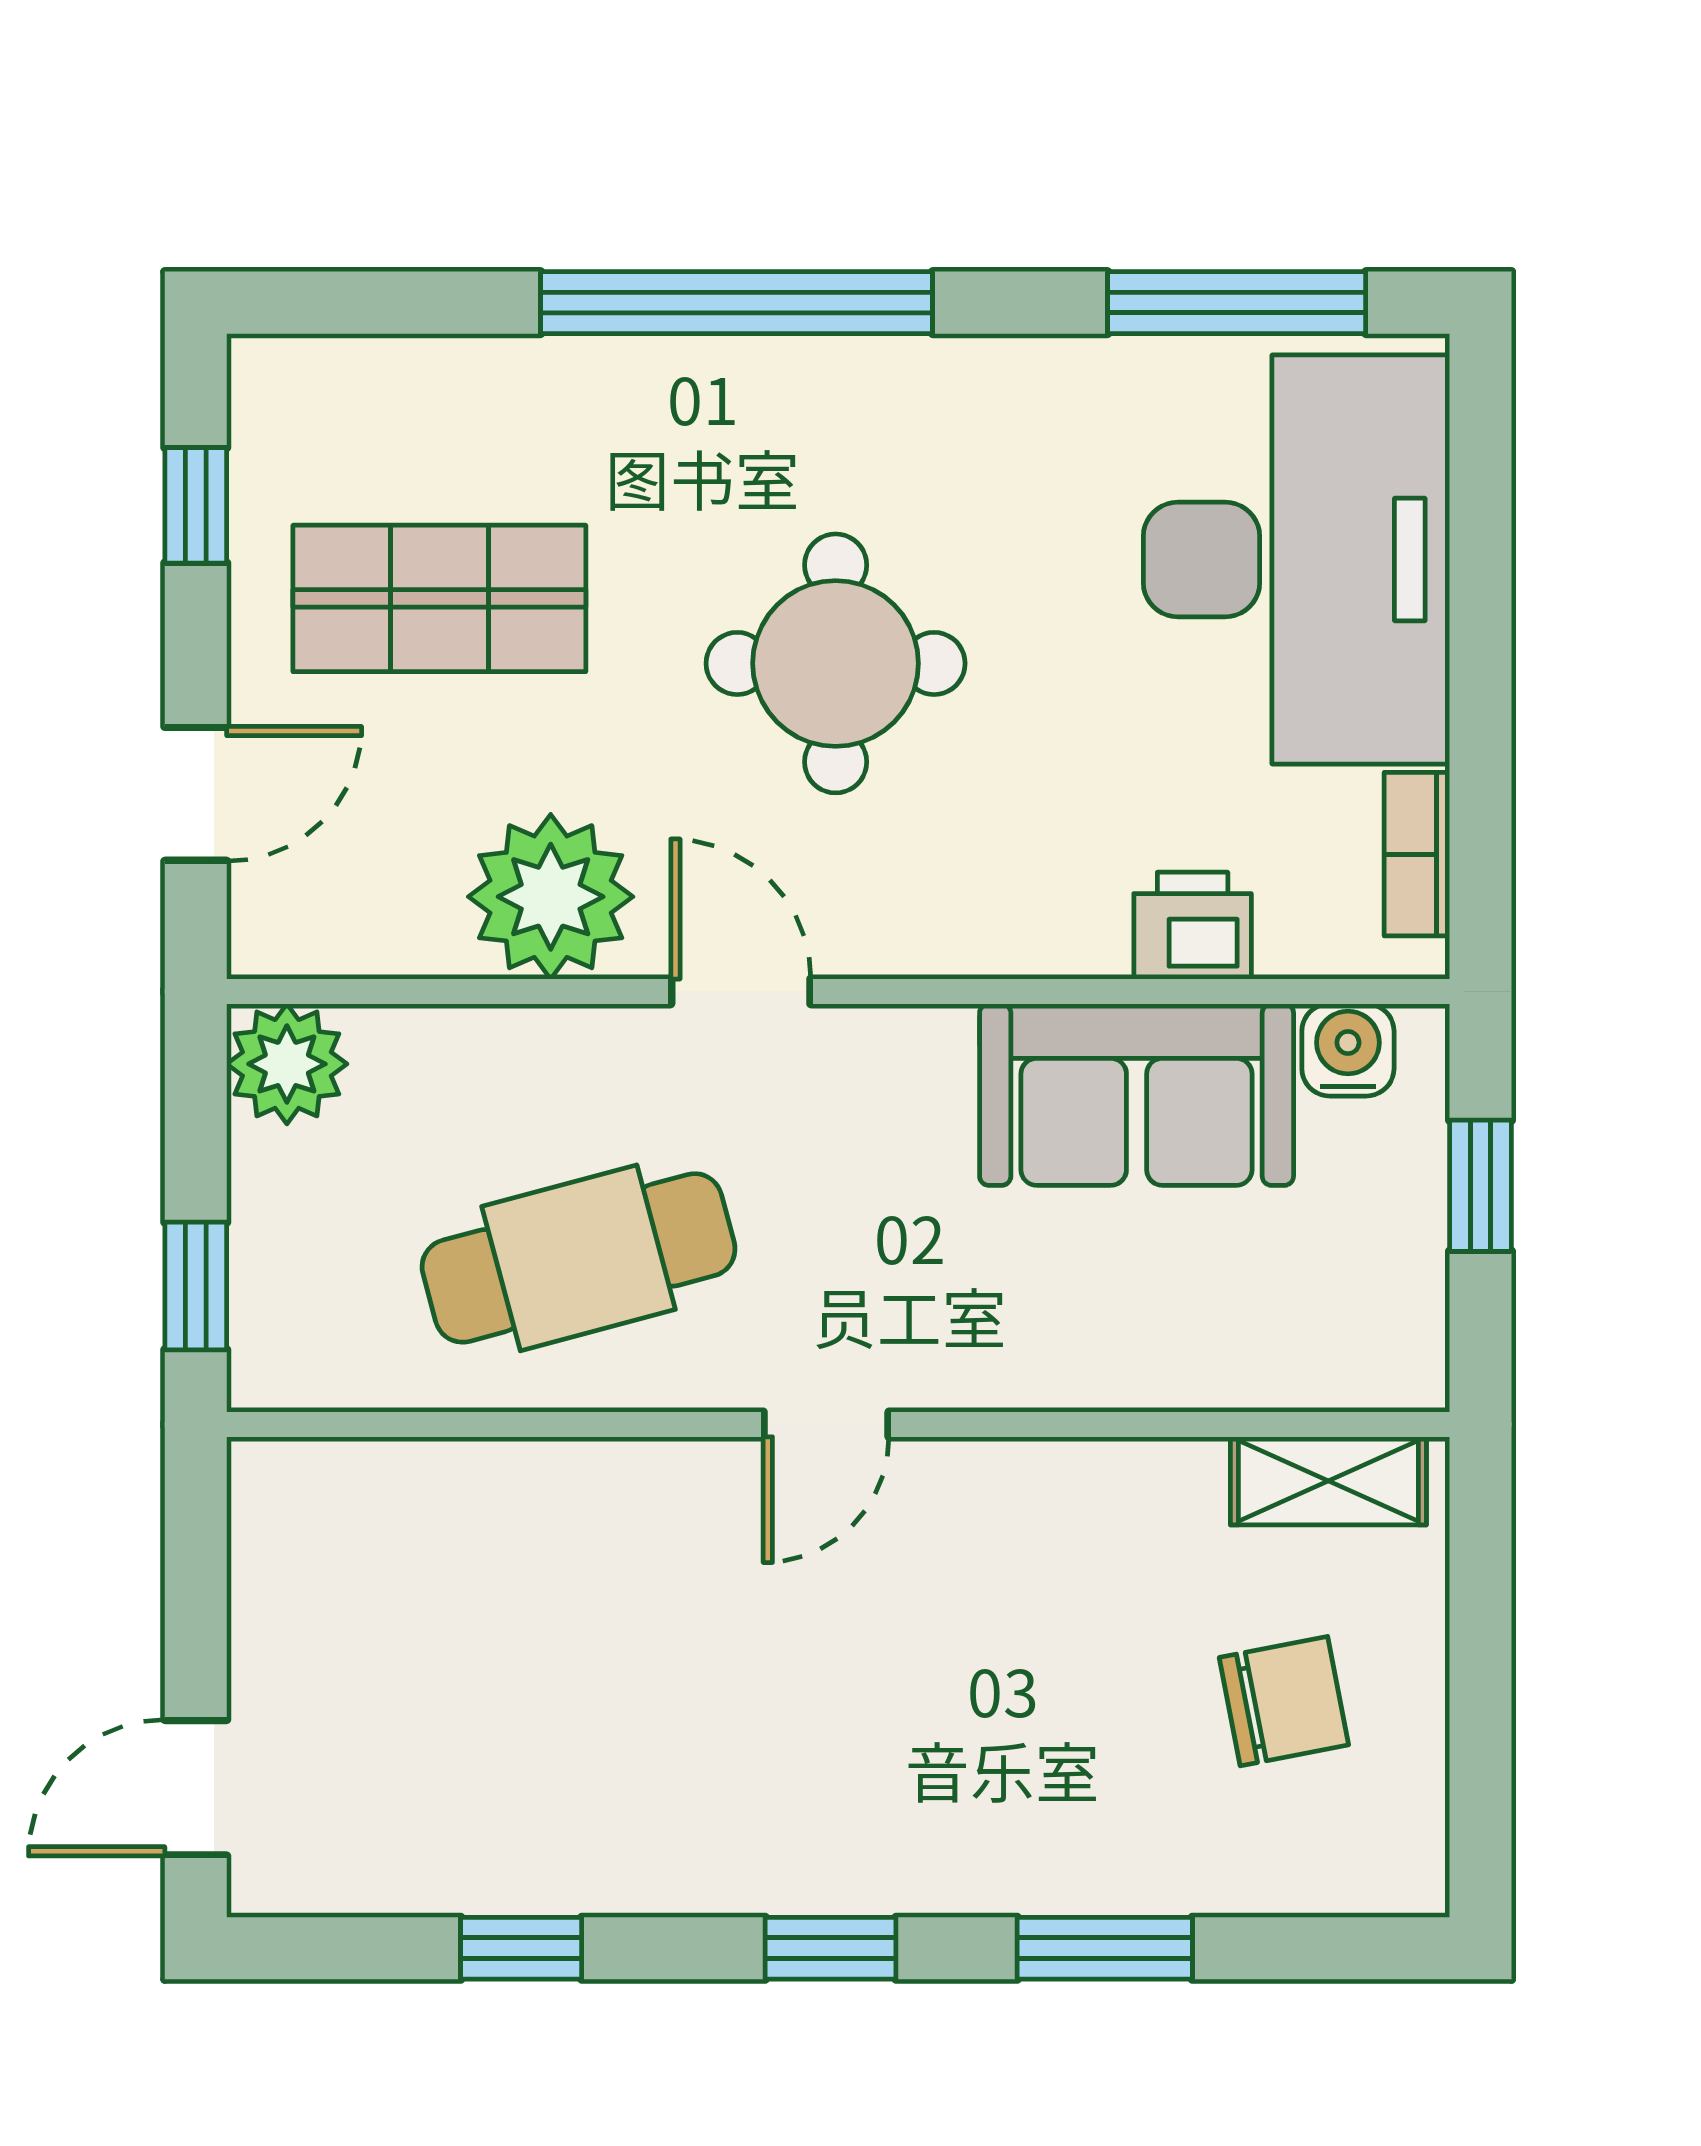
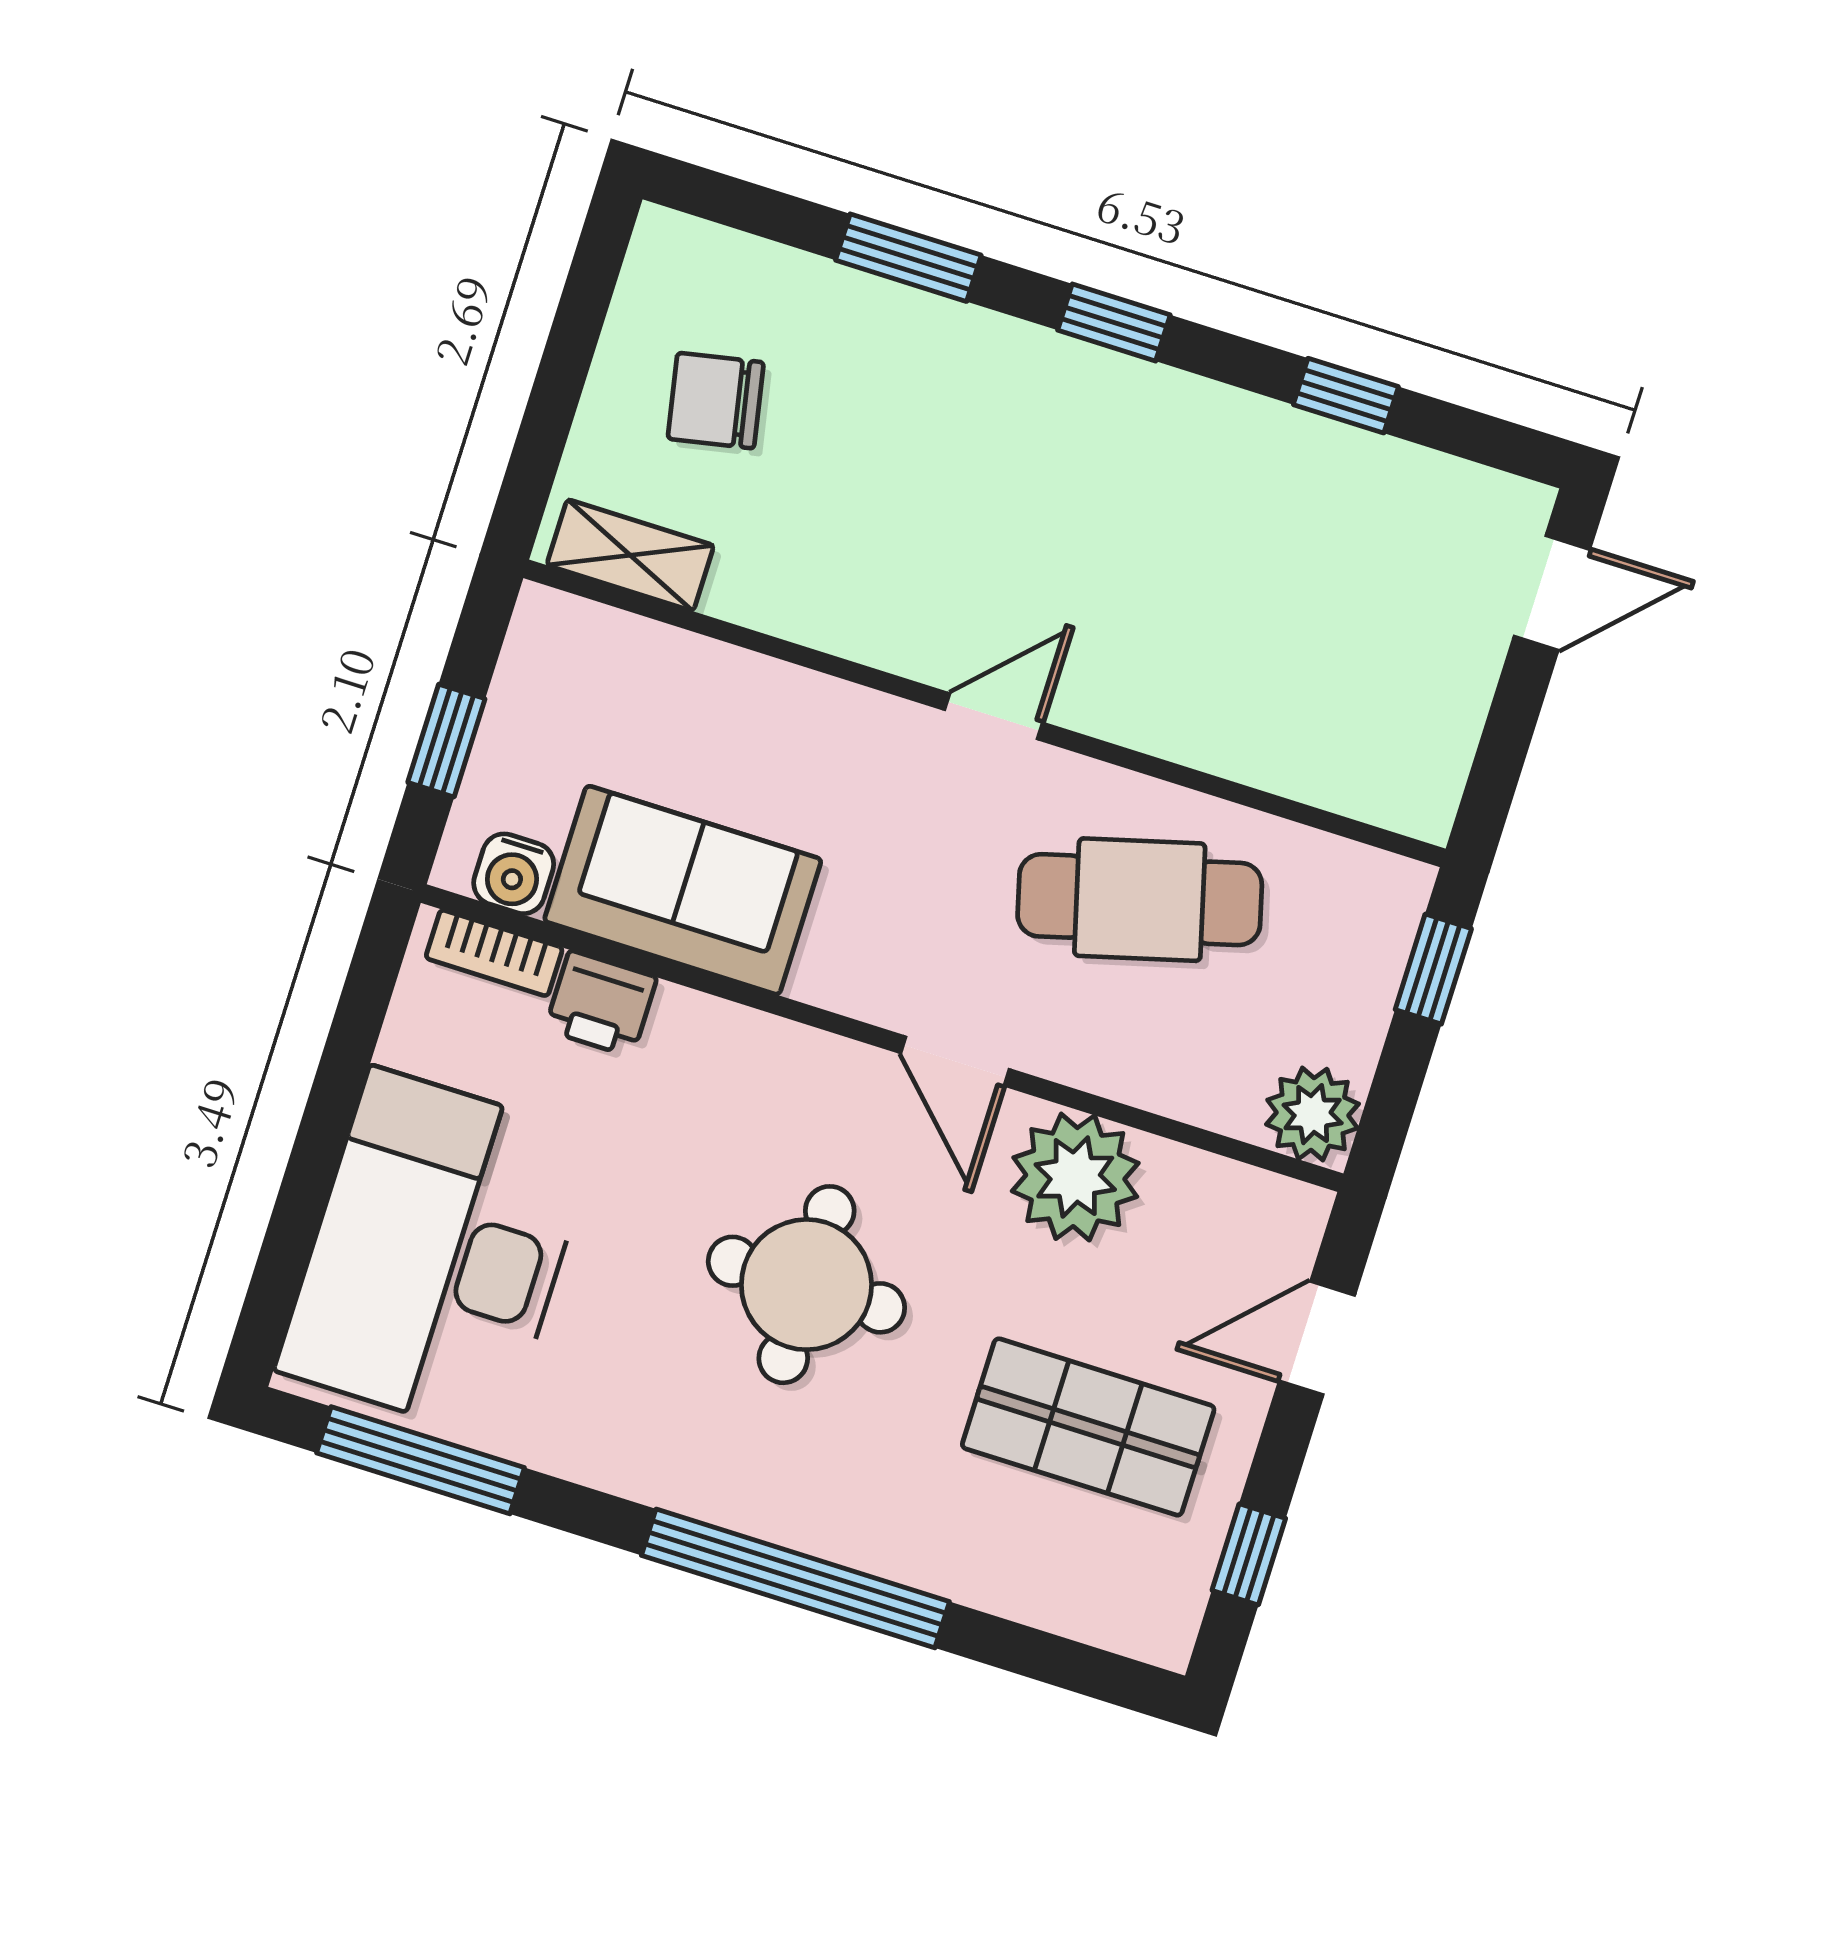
bookcase: (1417, 854) -> (494, 953), moved, turned 90

